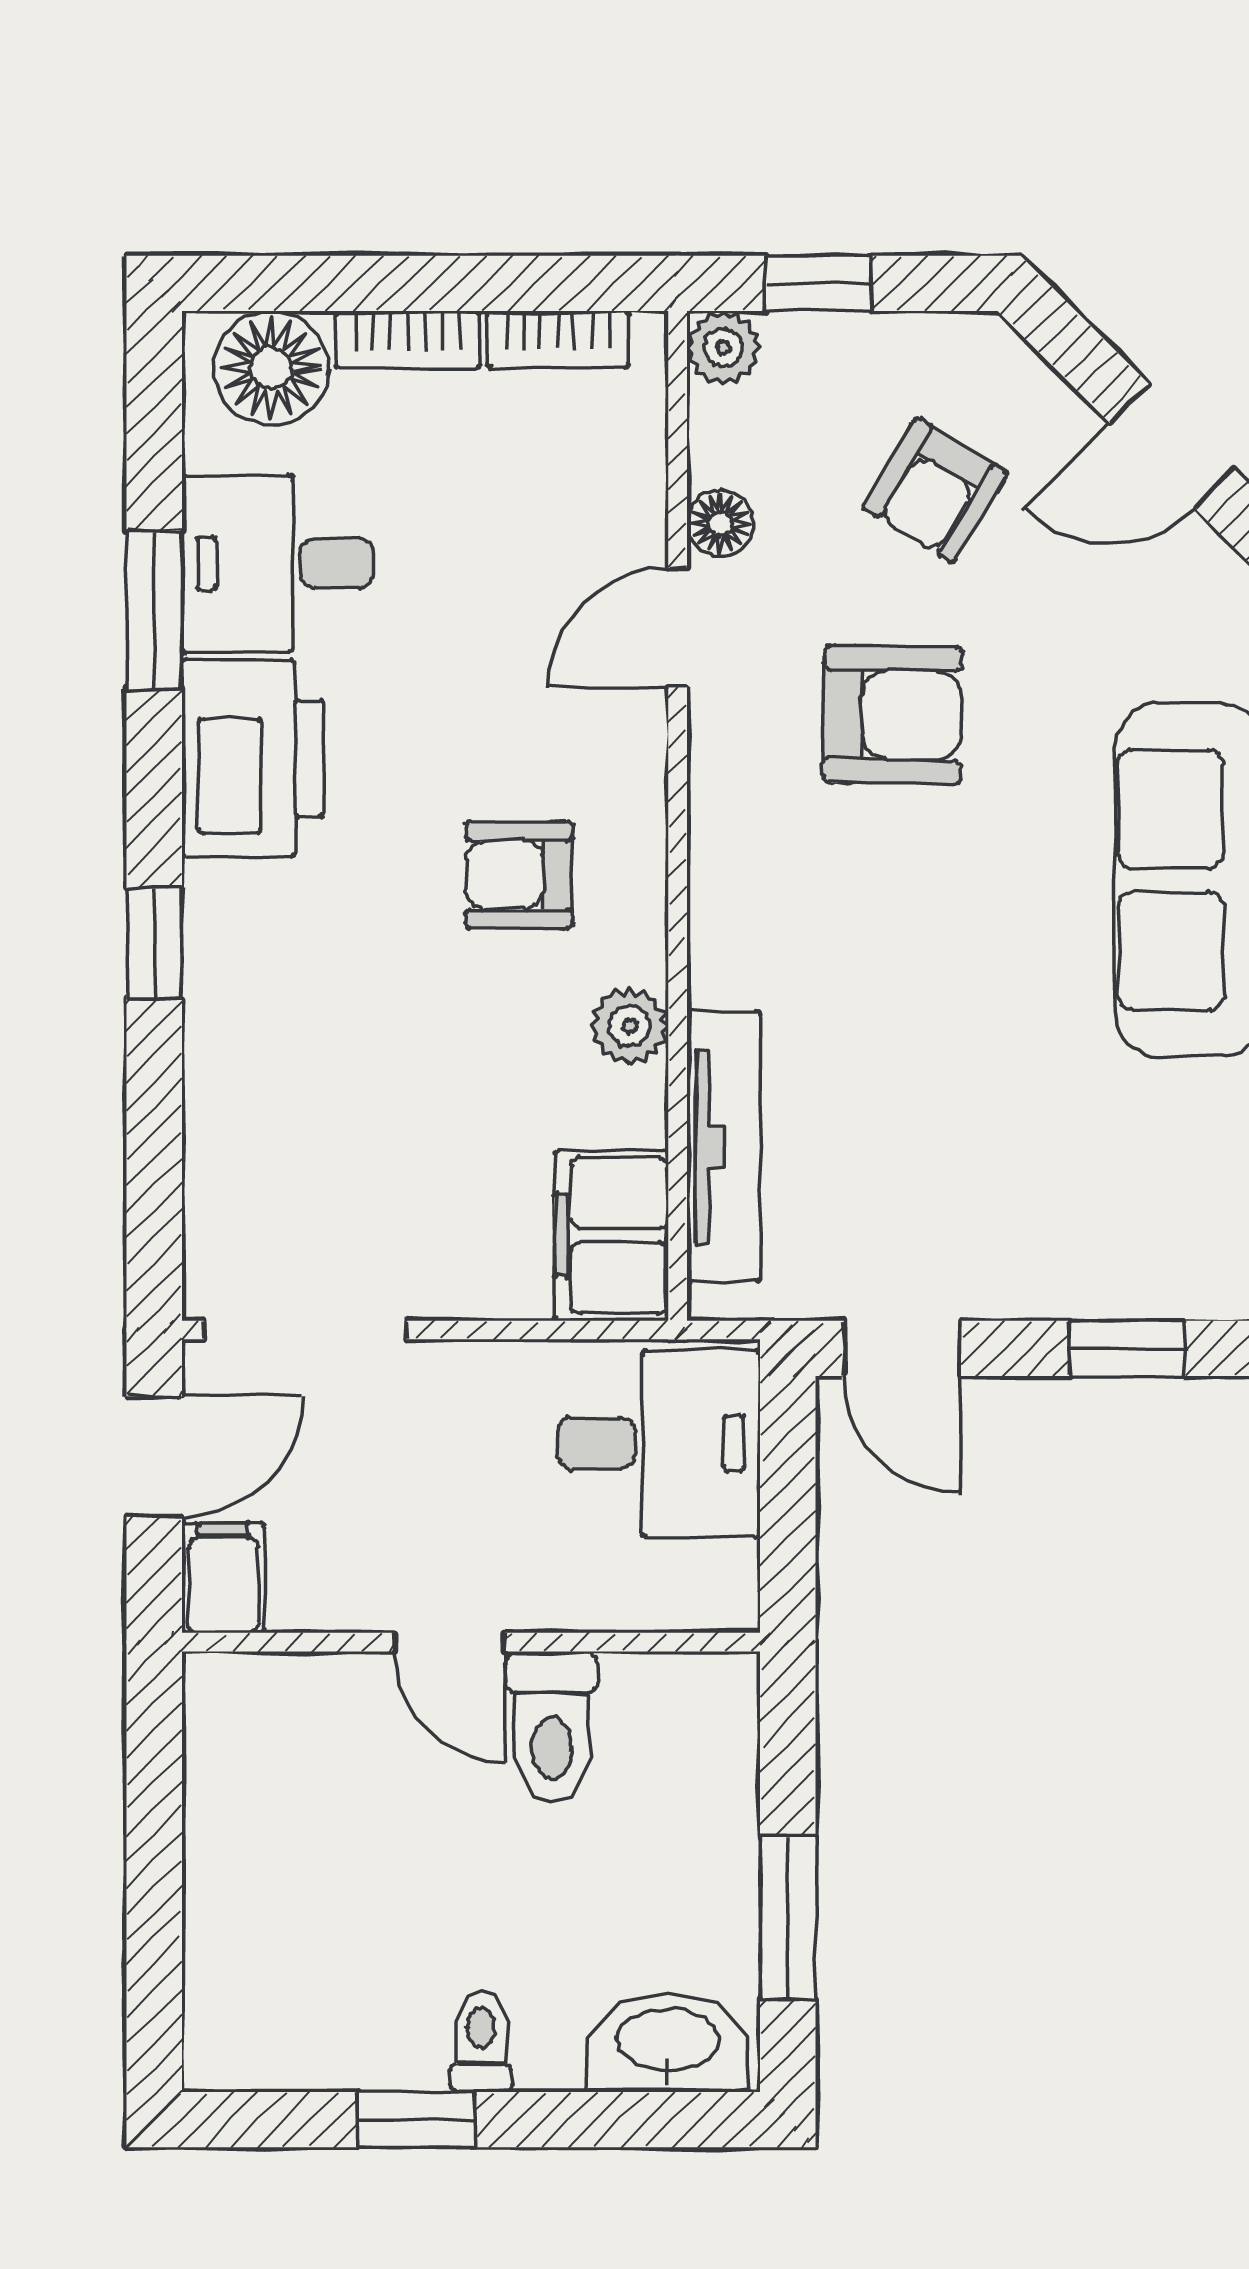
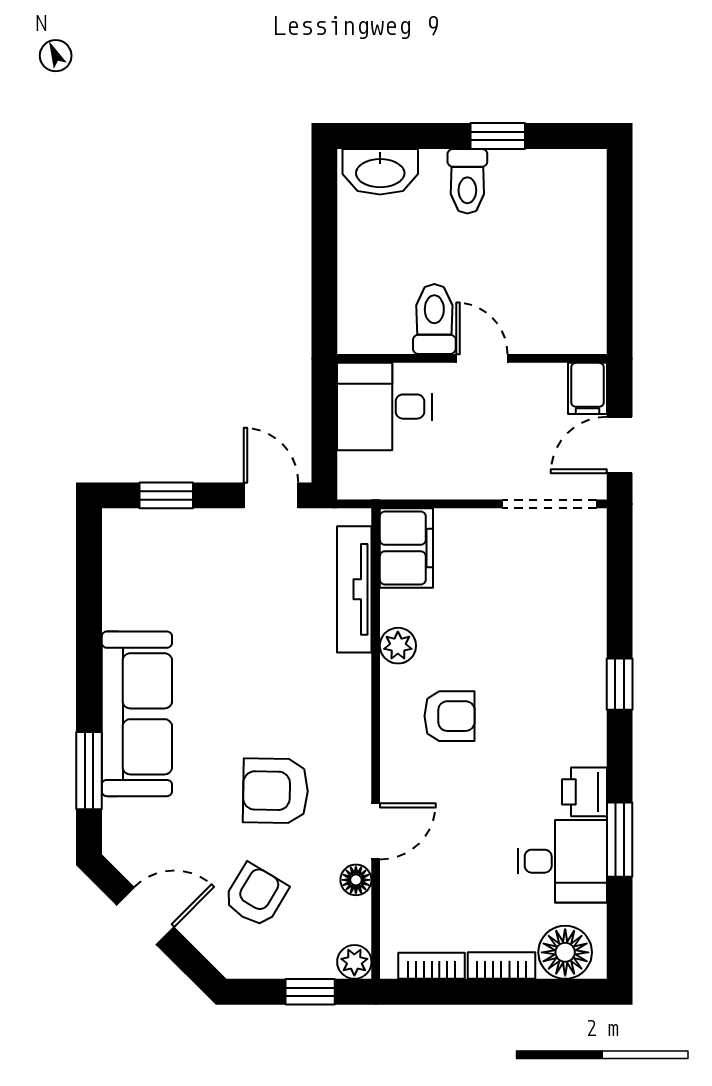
printer: (253, 758) -> (584, 792), width x0.53, depth x0.68
desk: (659, 1443) -> (384, 407), moved
window: (788, 1917) -> (324, 230), removed
toilet: (481, 2042) -> (467, 181), width x1.37, depth x1.39

